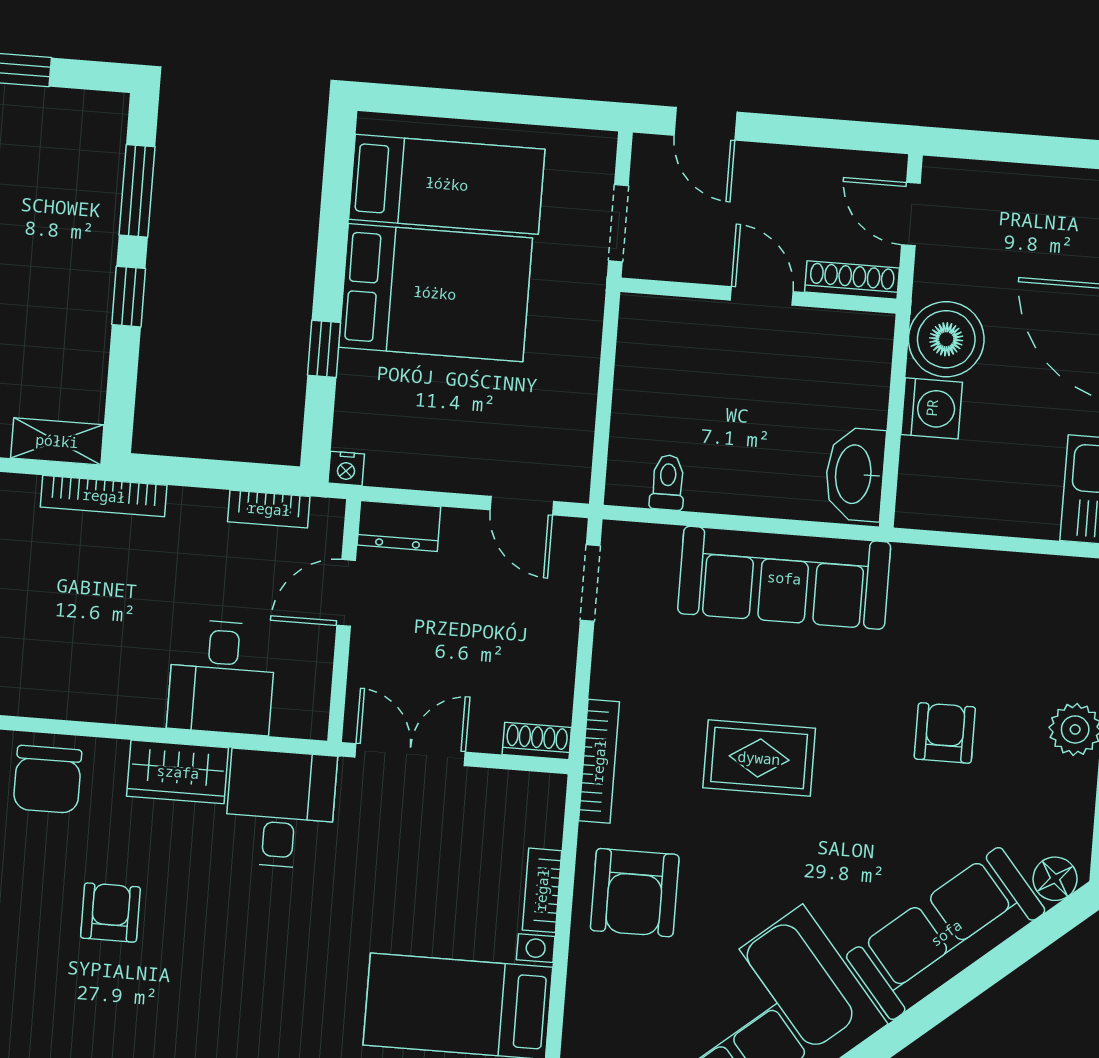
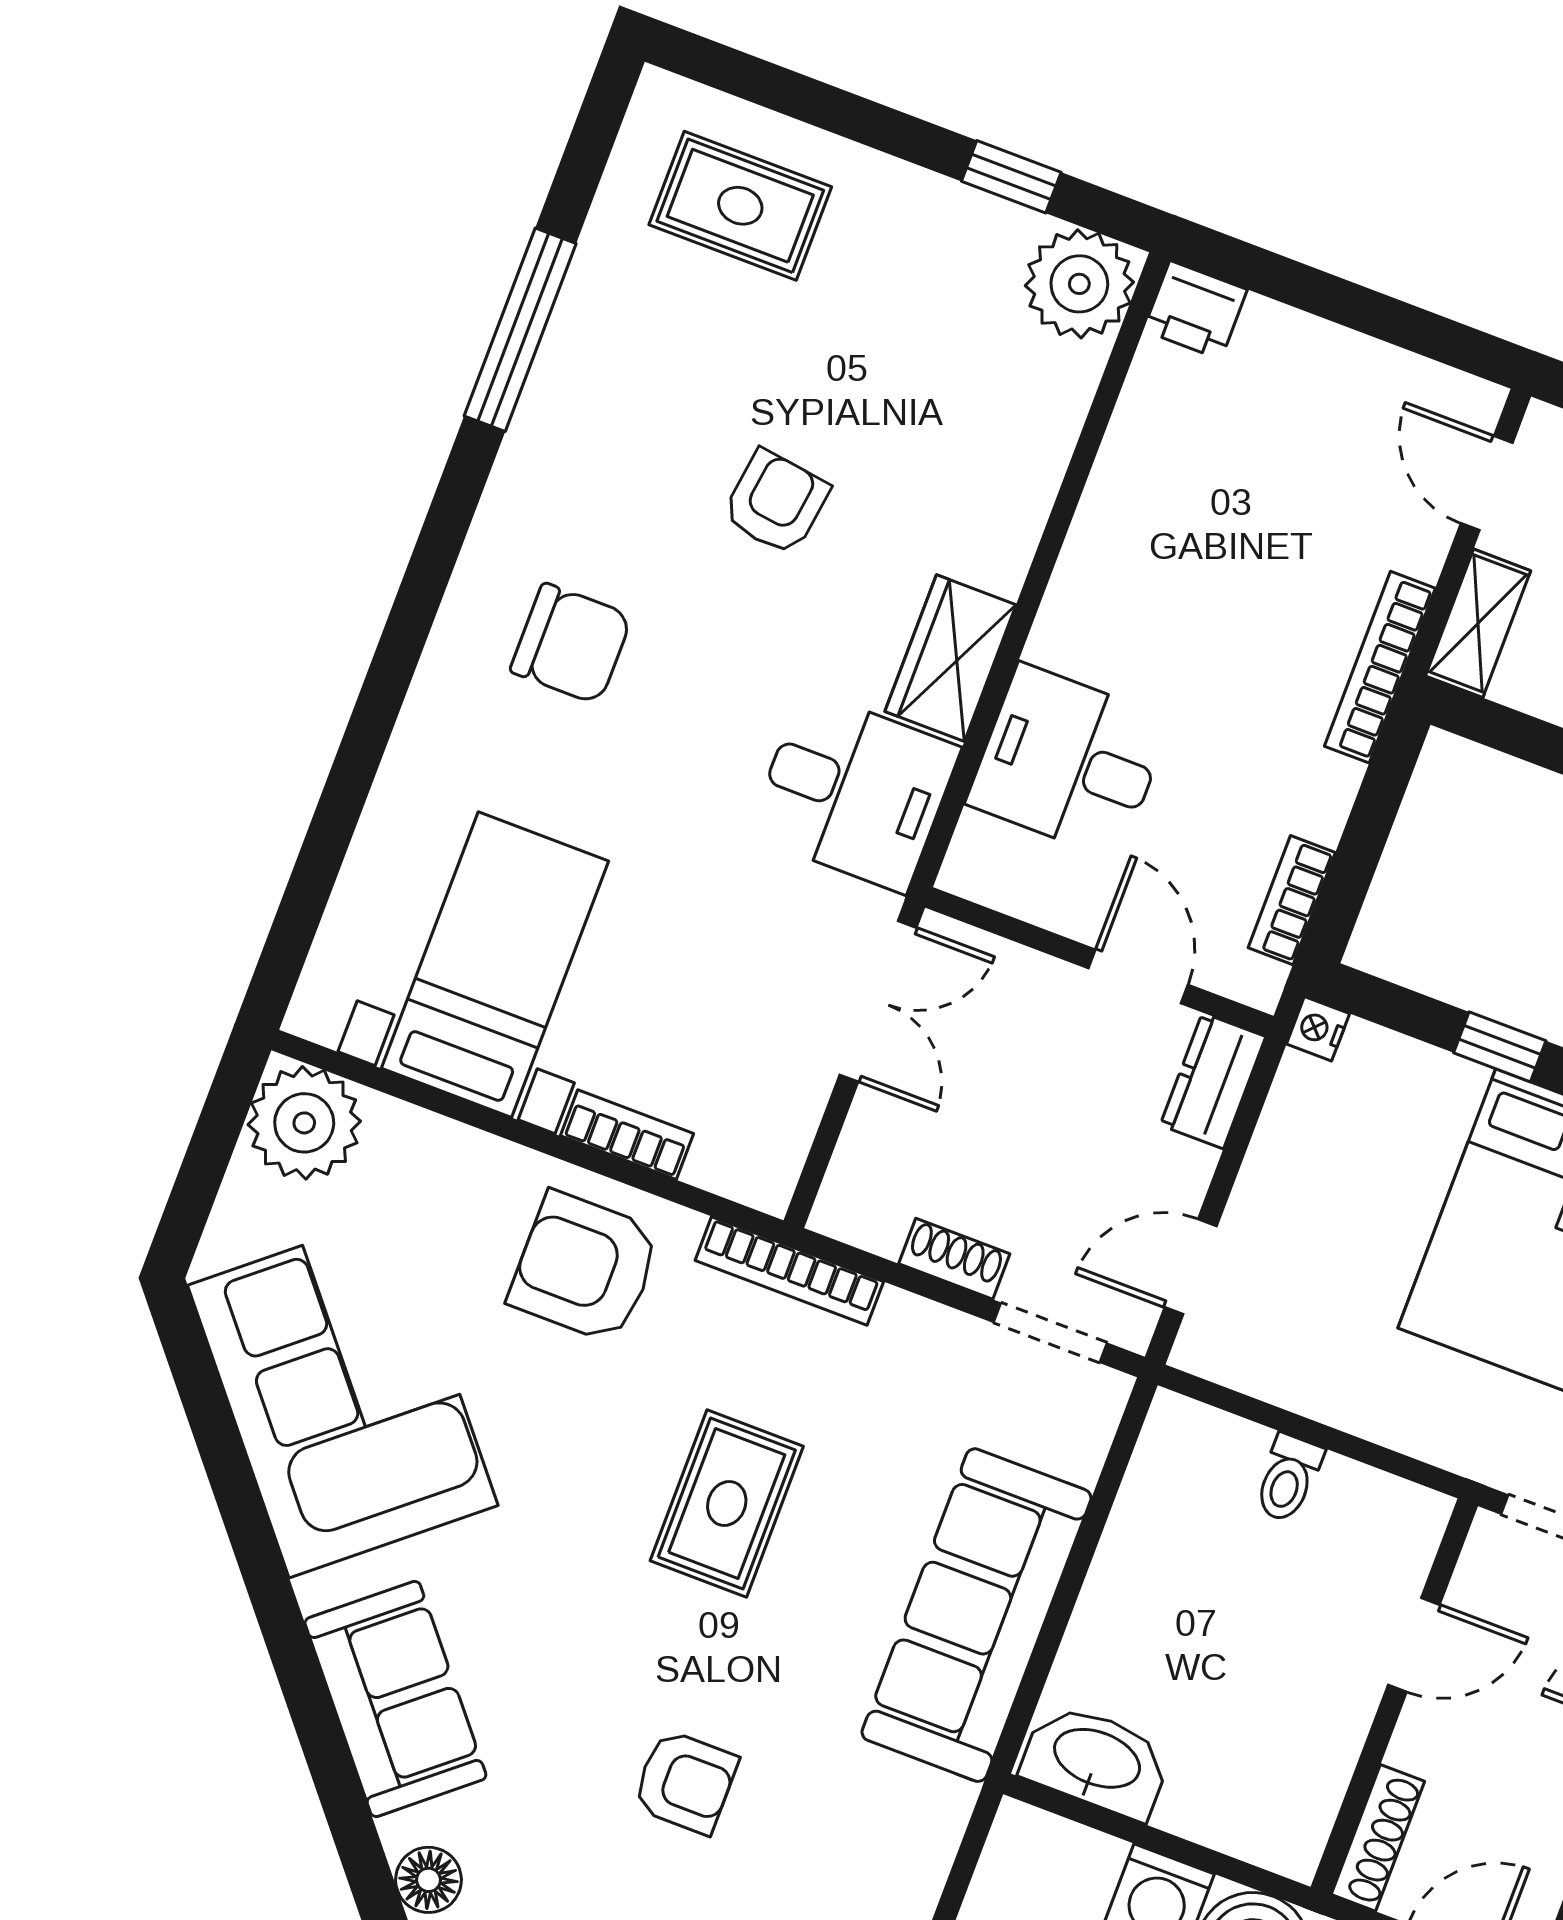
door: (762, 296) -> (1414, 1645), moved
toilet: (668, 482) -> (1288, 1478), moved, turned 90
shoe rack: (537, 741) -> (954, 1259), moved, turned -90
chair: (47, 779) -> (571, 644), moved, turned 180
armchair: (110, 913) -> (776, 502), turned -82
sofa: (946, 933) -> (395, 1699), width x0.73

